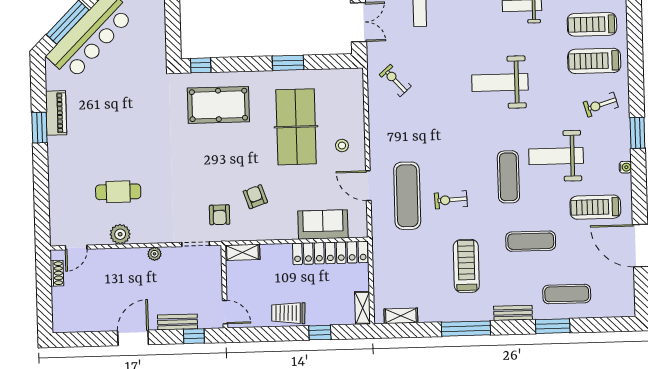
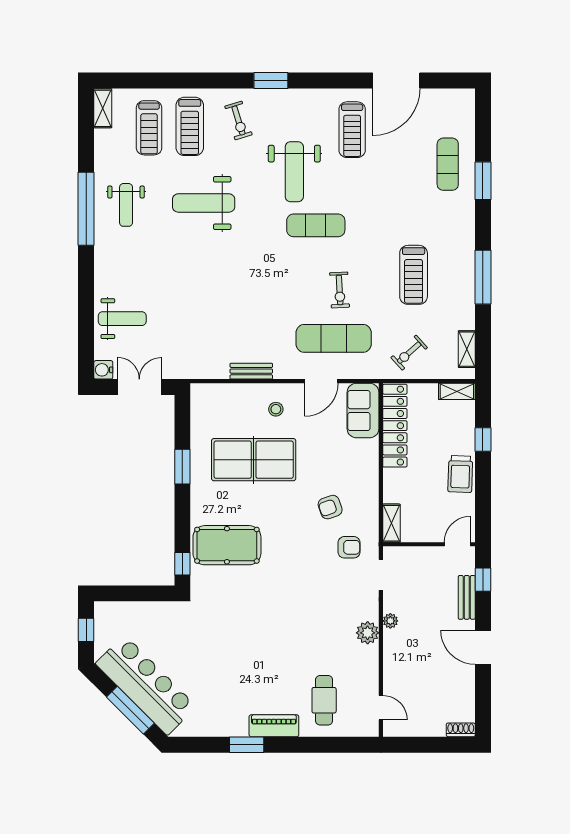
exercise bike: (395, 80) -> (409, 353), moved
weight bench: (500, 82) -> (204, 203), moved, turned 90
pool table: (218, 105) -> (227, 545), turned 90
piano: (56, 113) -> (274, 726), moved
water cooler: (625, 167) -> (309, 95), removed
cafe table: (118, 192) -> (324, 700), moved
sofa: (323, 225) -> (363, 411), moved
plant: (120, 234) -> (368, 633), moved
exercise mat: (531, 241) -> (388, 203), removed
treadmill: (466, 266) -> (414, 275), turned -90
shoe rack: (57, 273) -> (461, 730), moved
bench: (513, 313) -> (251, 371), moved, turned 90

